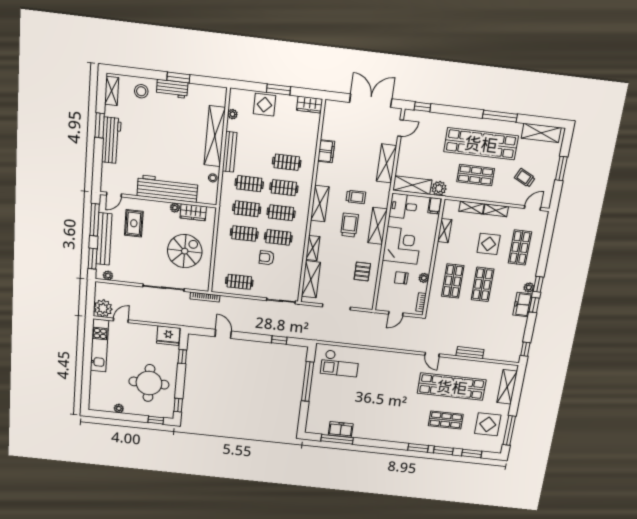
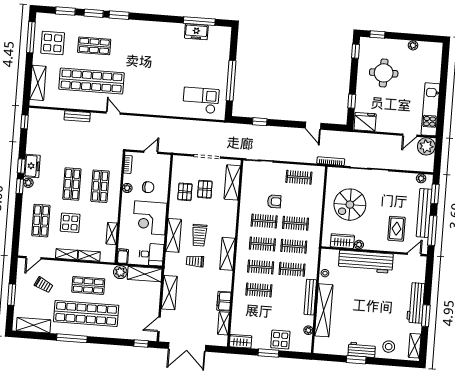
shelving: (313, 248) -> (224, 323), moved
pallet: (341, 273) -> (205, 189), added
round table: (149, 383) -> (384, 73), width x0.73, depth x0.73

